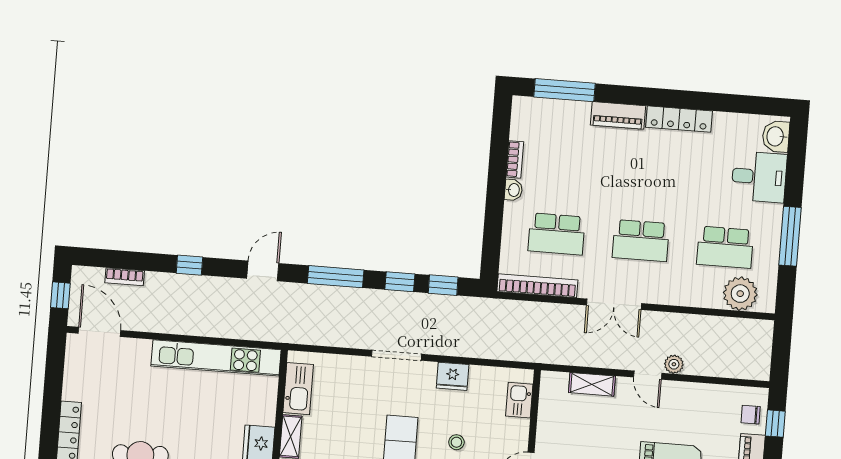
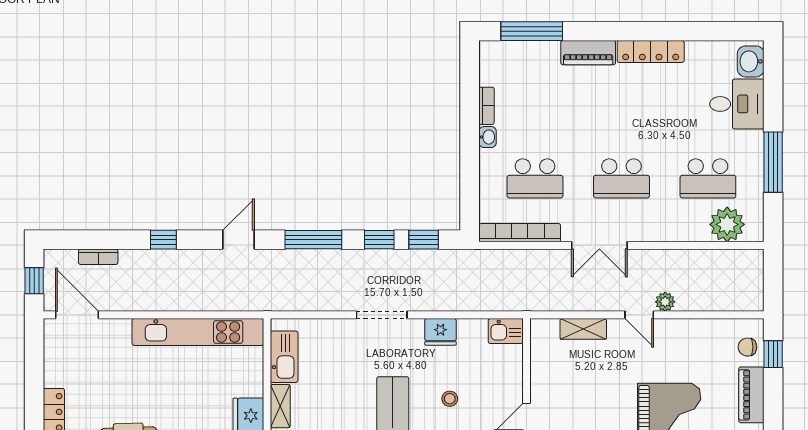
kitchen sink: (519, 400) -> (506, 331), moved, turned -90

